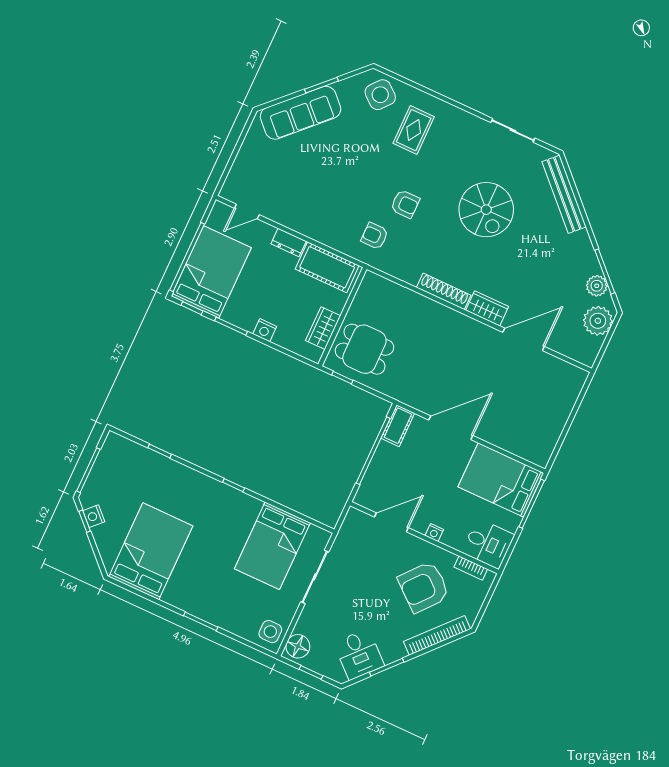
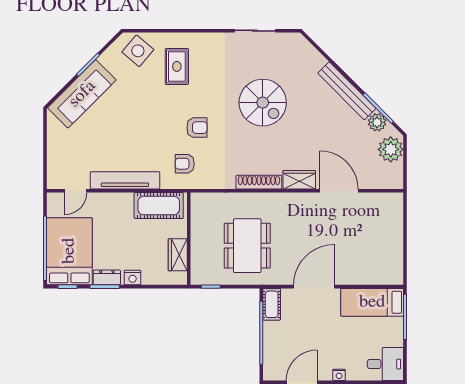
bench: (564, 194) -> (347, 91), moved
tv unit: (304, 224) -> (125, 180), added
dresser: (289, 242) -> (107, 277), moved, turned 180
door: (524, 339) -> (339, 191), hinge flipped
dining table: (364, 349) -> (247, 246), moved, width x1.37
bed: (501, 480) -> (372, 302), width x0.67

